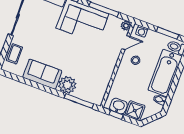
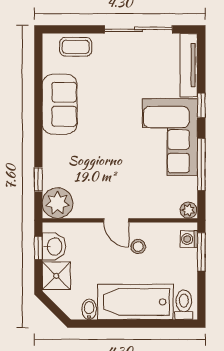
window: (168, 33) -> (201, 252), moved
door: (126, 43) -> (116, 220), moved
plant: (67, 85) -> (58, 203), moved
window: (79, 101) -> (38, 180), width x0.46

